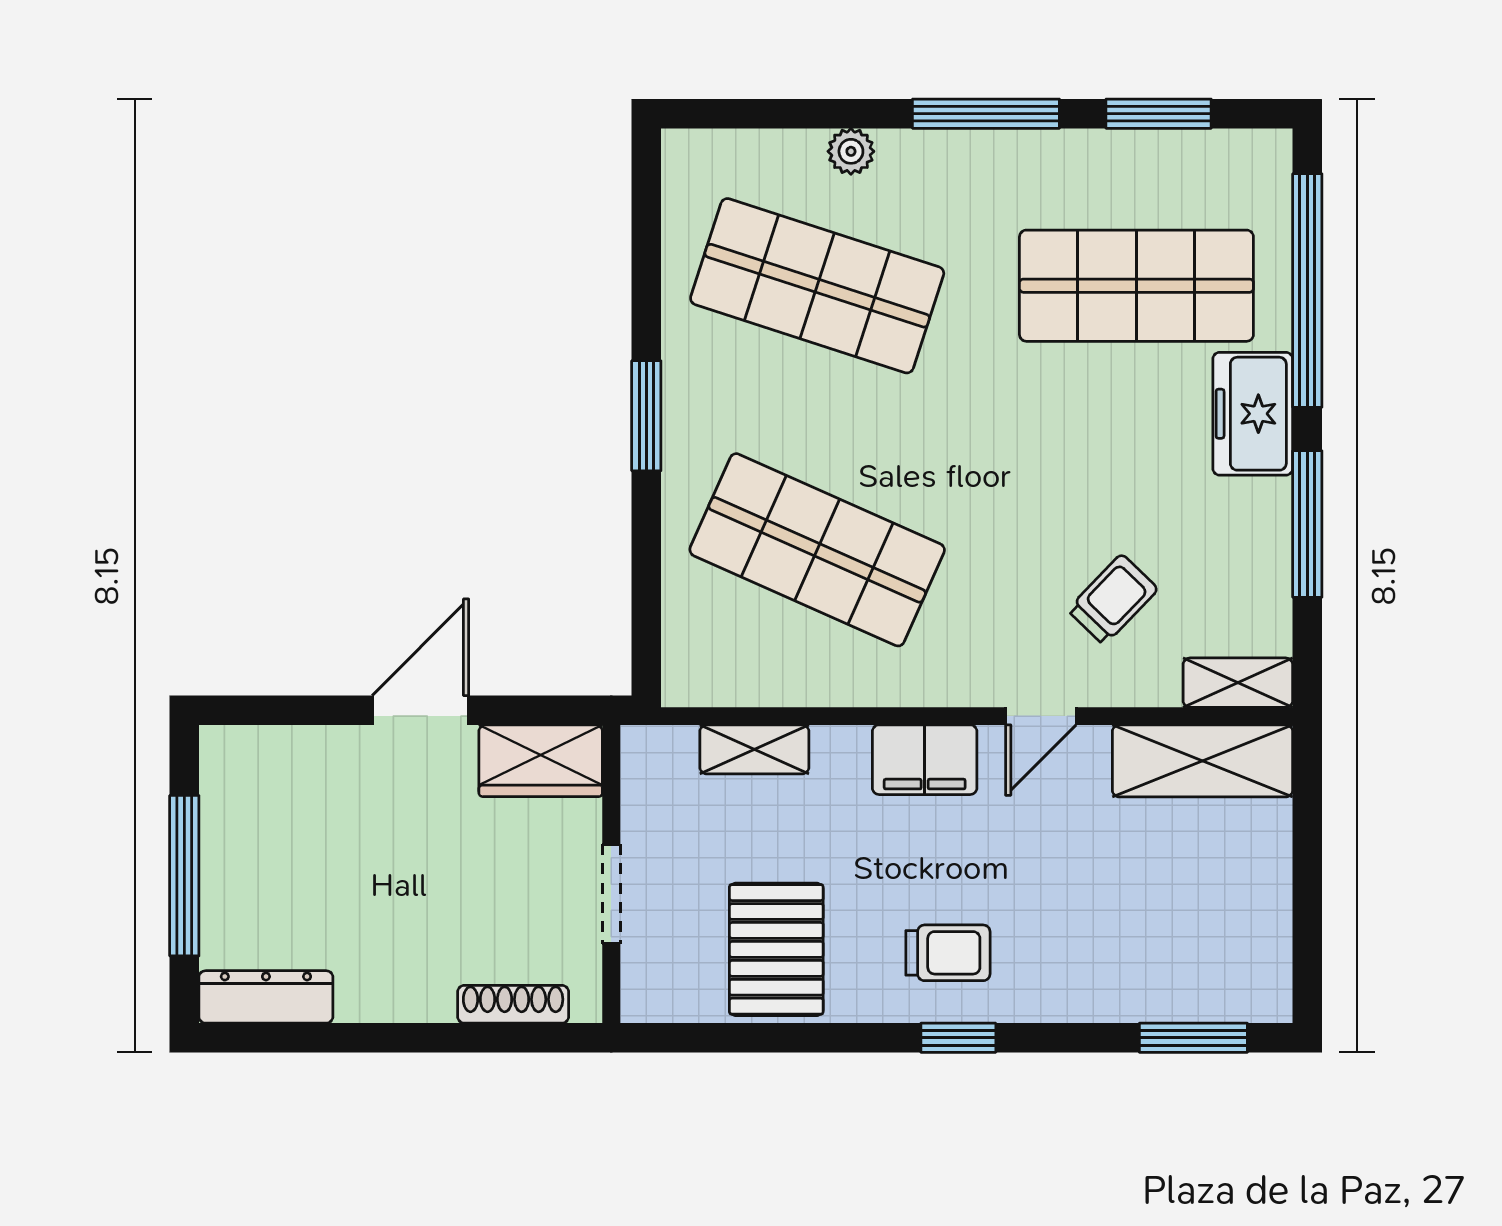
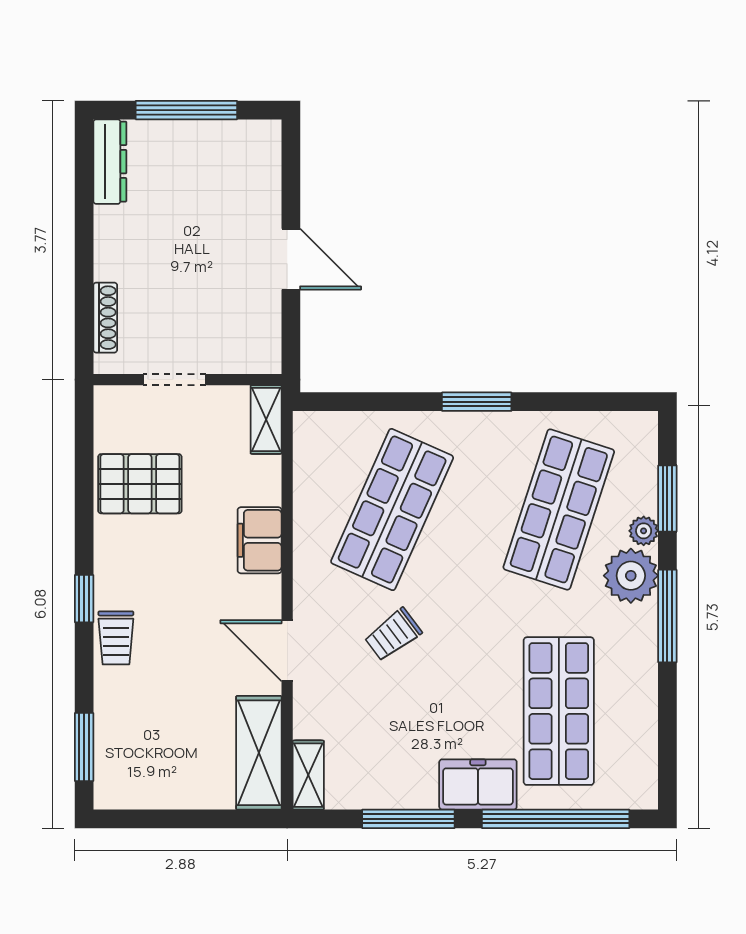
window: (1159, 114) -> (667, 499), moved
plant: (922, 172) -> (631, 576), added
trolley: (1113, 599) -> (393, 635), moved, turned 99
door: (1041, 716) -> (287, 651), width x1.38
shelving: (754, 749) -> (266, 420), moved
filing cabinet: (925, 760) -> (260, 540), moved
wardrobe: (541, 761) -> (259, 335), removed
trolley: (948, 953) -> (116, 638), moved

